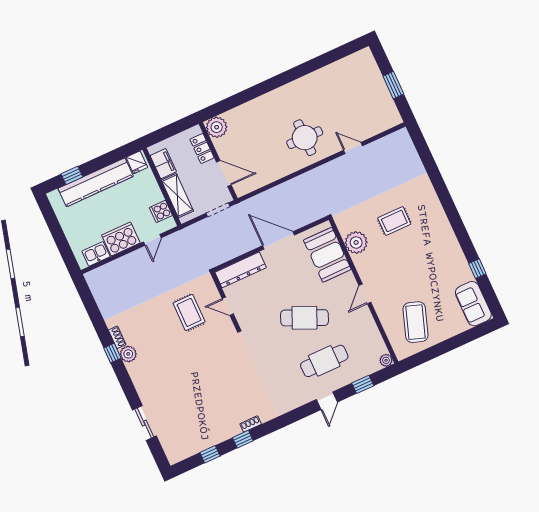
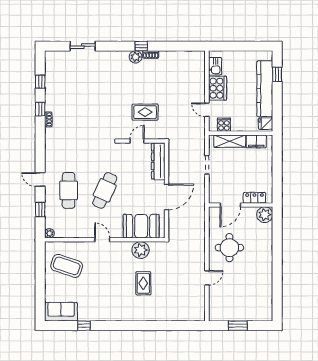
plant: (217, 127) -> (265, 215), moved
locker: (202, 148) -> (254, 198), moved
wall: (218, 161) -> (241, 205), moved
door: (224, 173) -> (230, 205), moved

